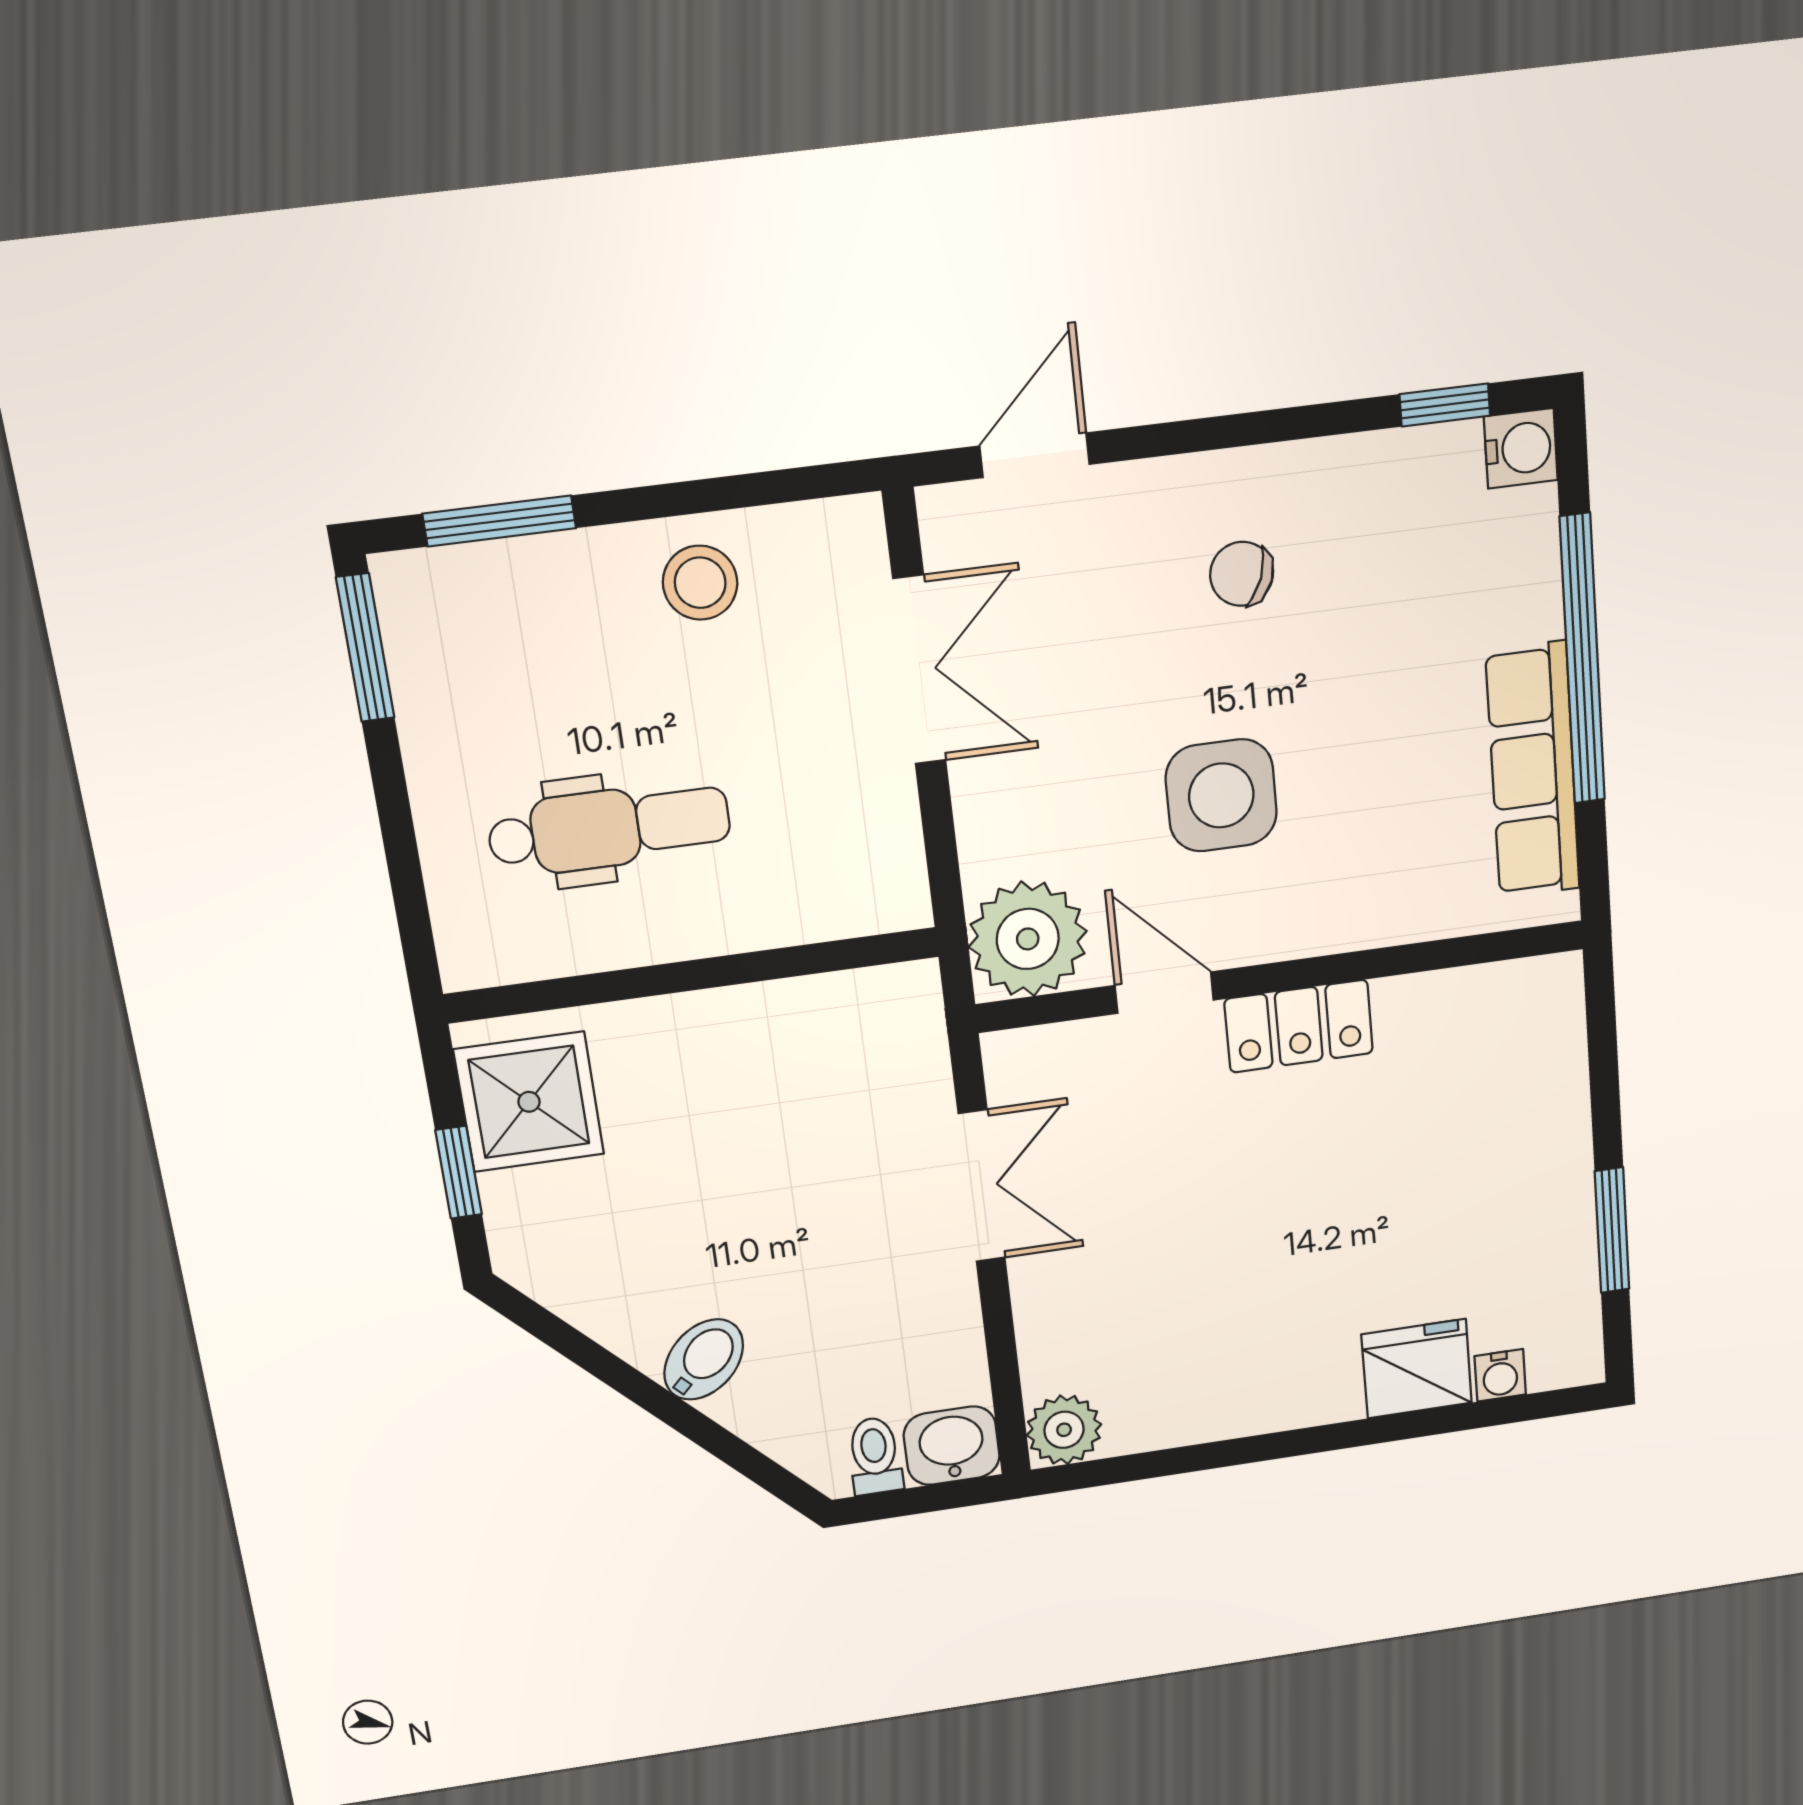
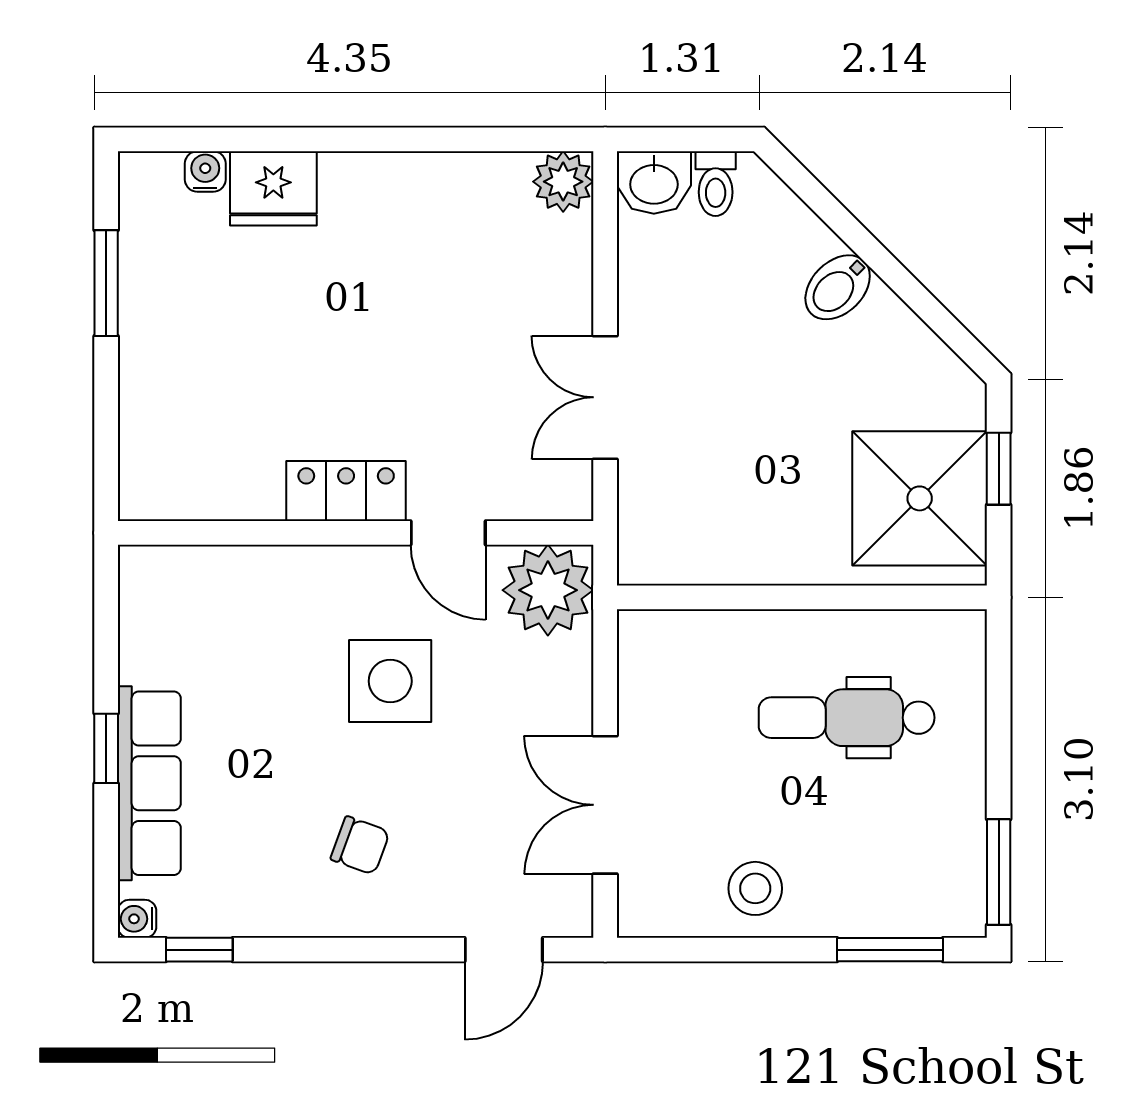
water cooler: (1521, 448) -> (137, 919), width x0.72, depth x0.72
window: (1582, 660) -> (106, 748), width x0.32
row of seats: (1533, 771) -> (149, 783), moved
shower: (529, 1102) -> (920, 498), width x1.37, depth x1.37

